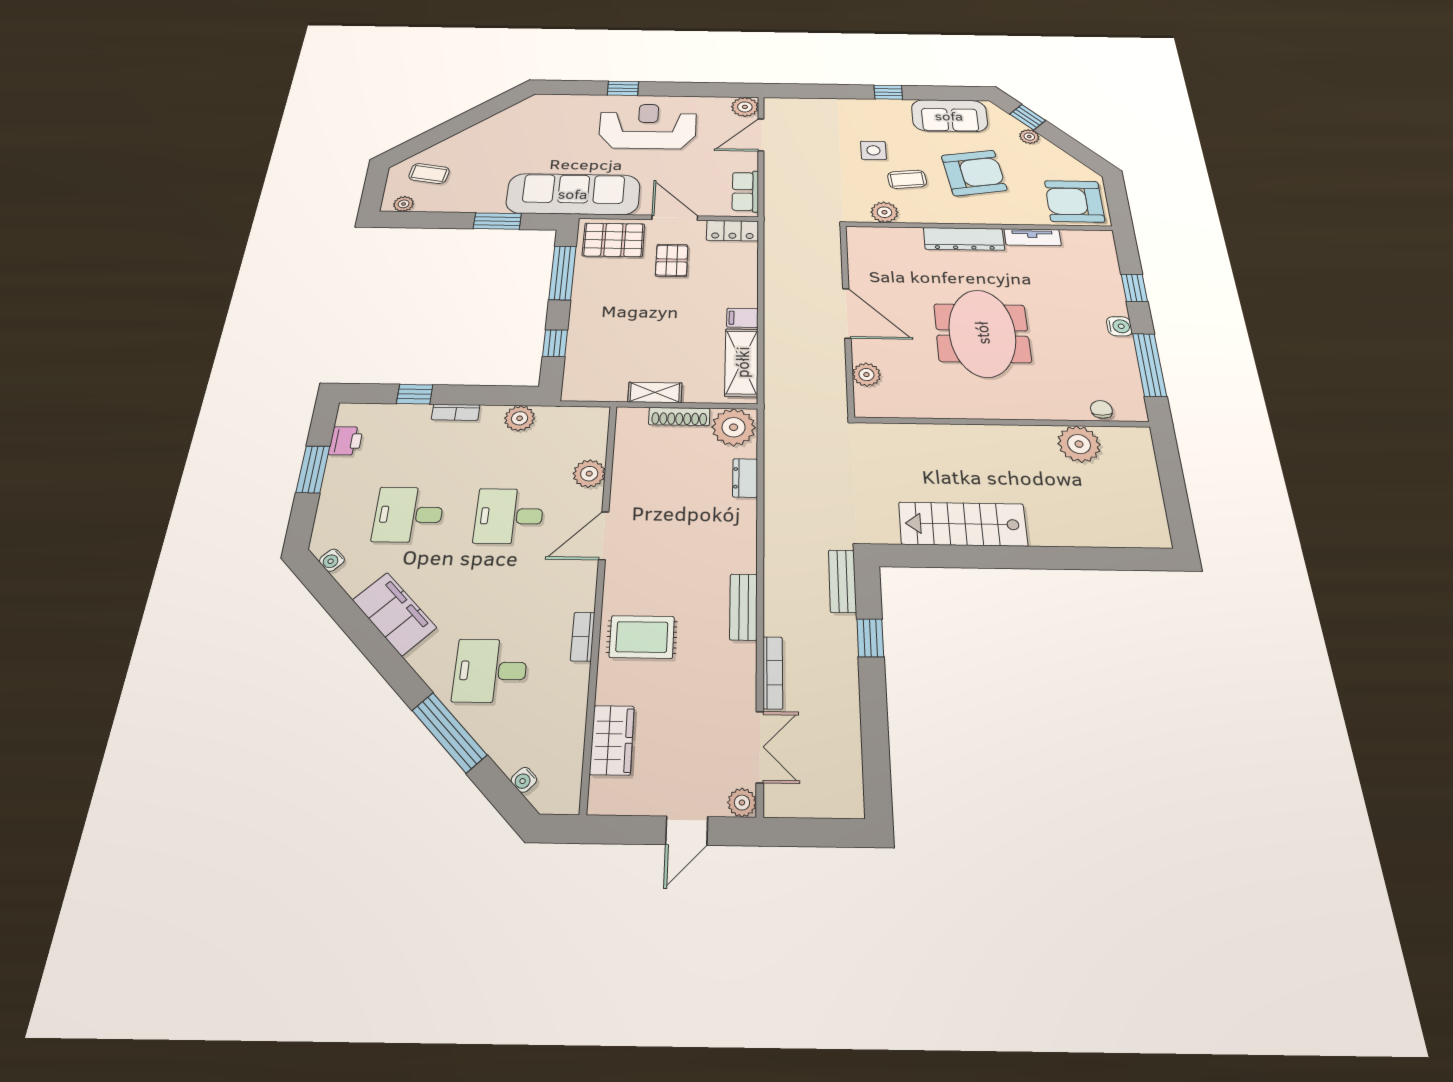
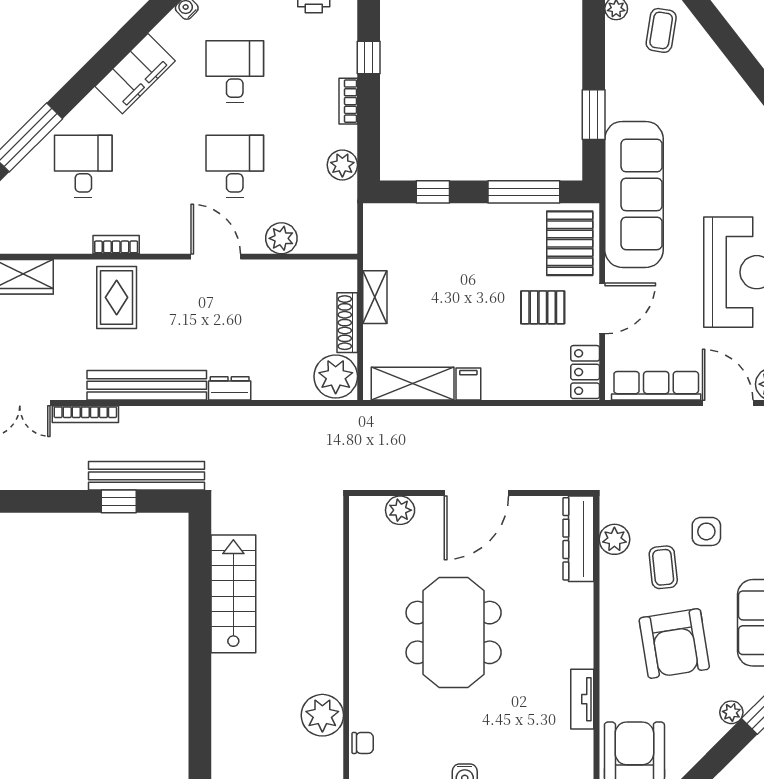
row of seats: (745, 191) -> (656, 386), width x1.48
dresser: (964, 239) -> (578, 539), moved
meeting table: (982, 333) -> (454, 632), turned 90
dresser: (745, 478) -> (230, 388), moved
bench: (842, 581) -> (147, 476), width x1.86, depth x1.21
bench: (744, 607) -> (147, 385), width x1.86, depth x1.21

